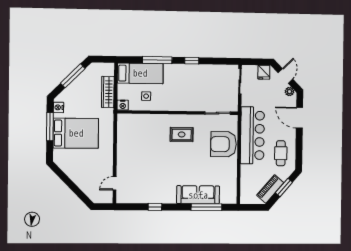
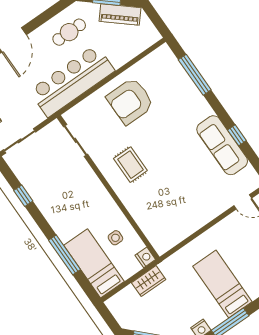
window: (192, 61) -> (23, 196), moved
wardrobe: (108, 92) -> (149, 281), width x0.67
bed: (76, 133) -> (222, 284), width x0.67
armchair: (223, 144) -> (130, 101), moved, turned 90
sofa: (198, 195) -> (222, 145), moved

